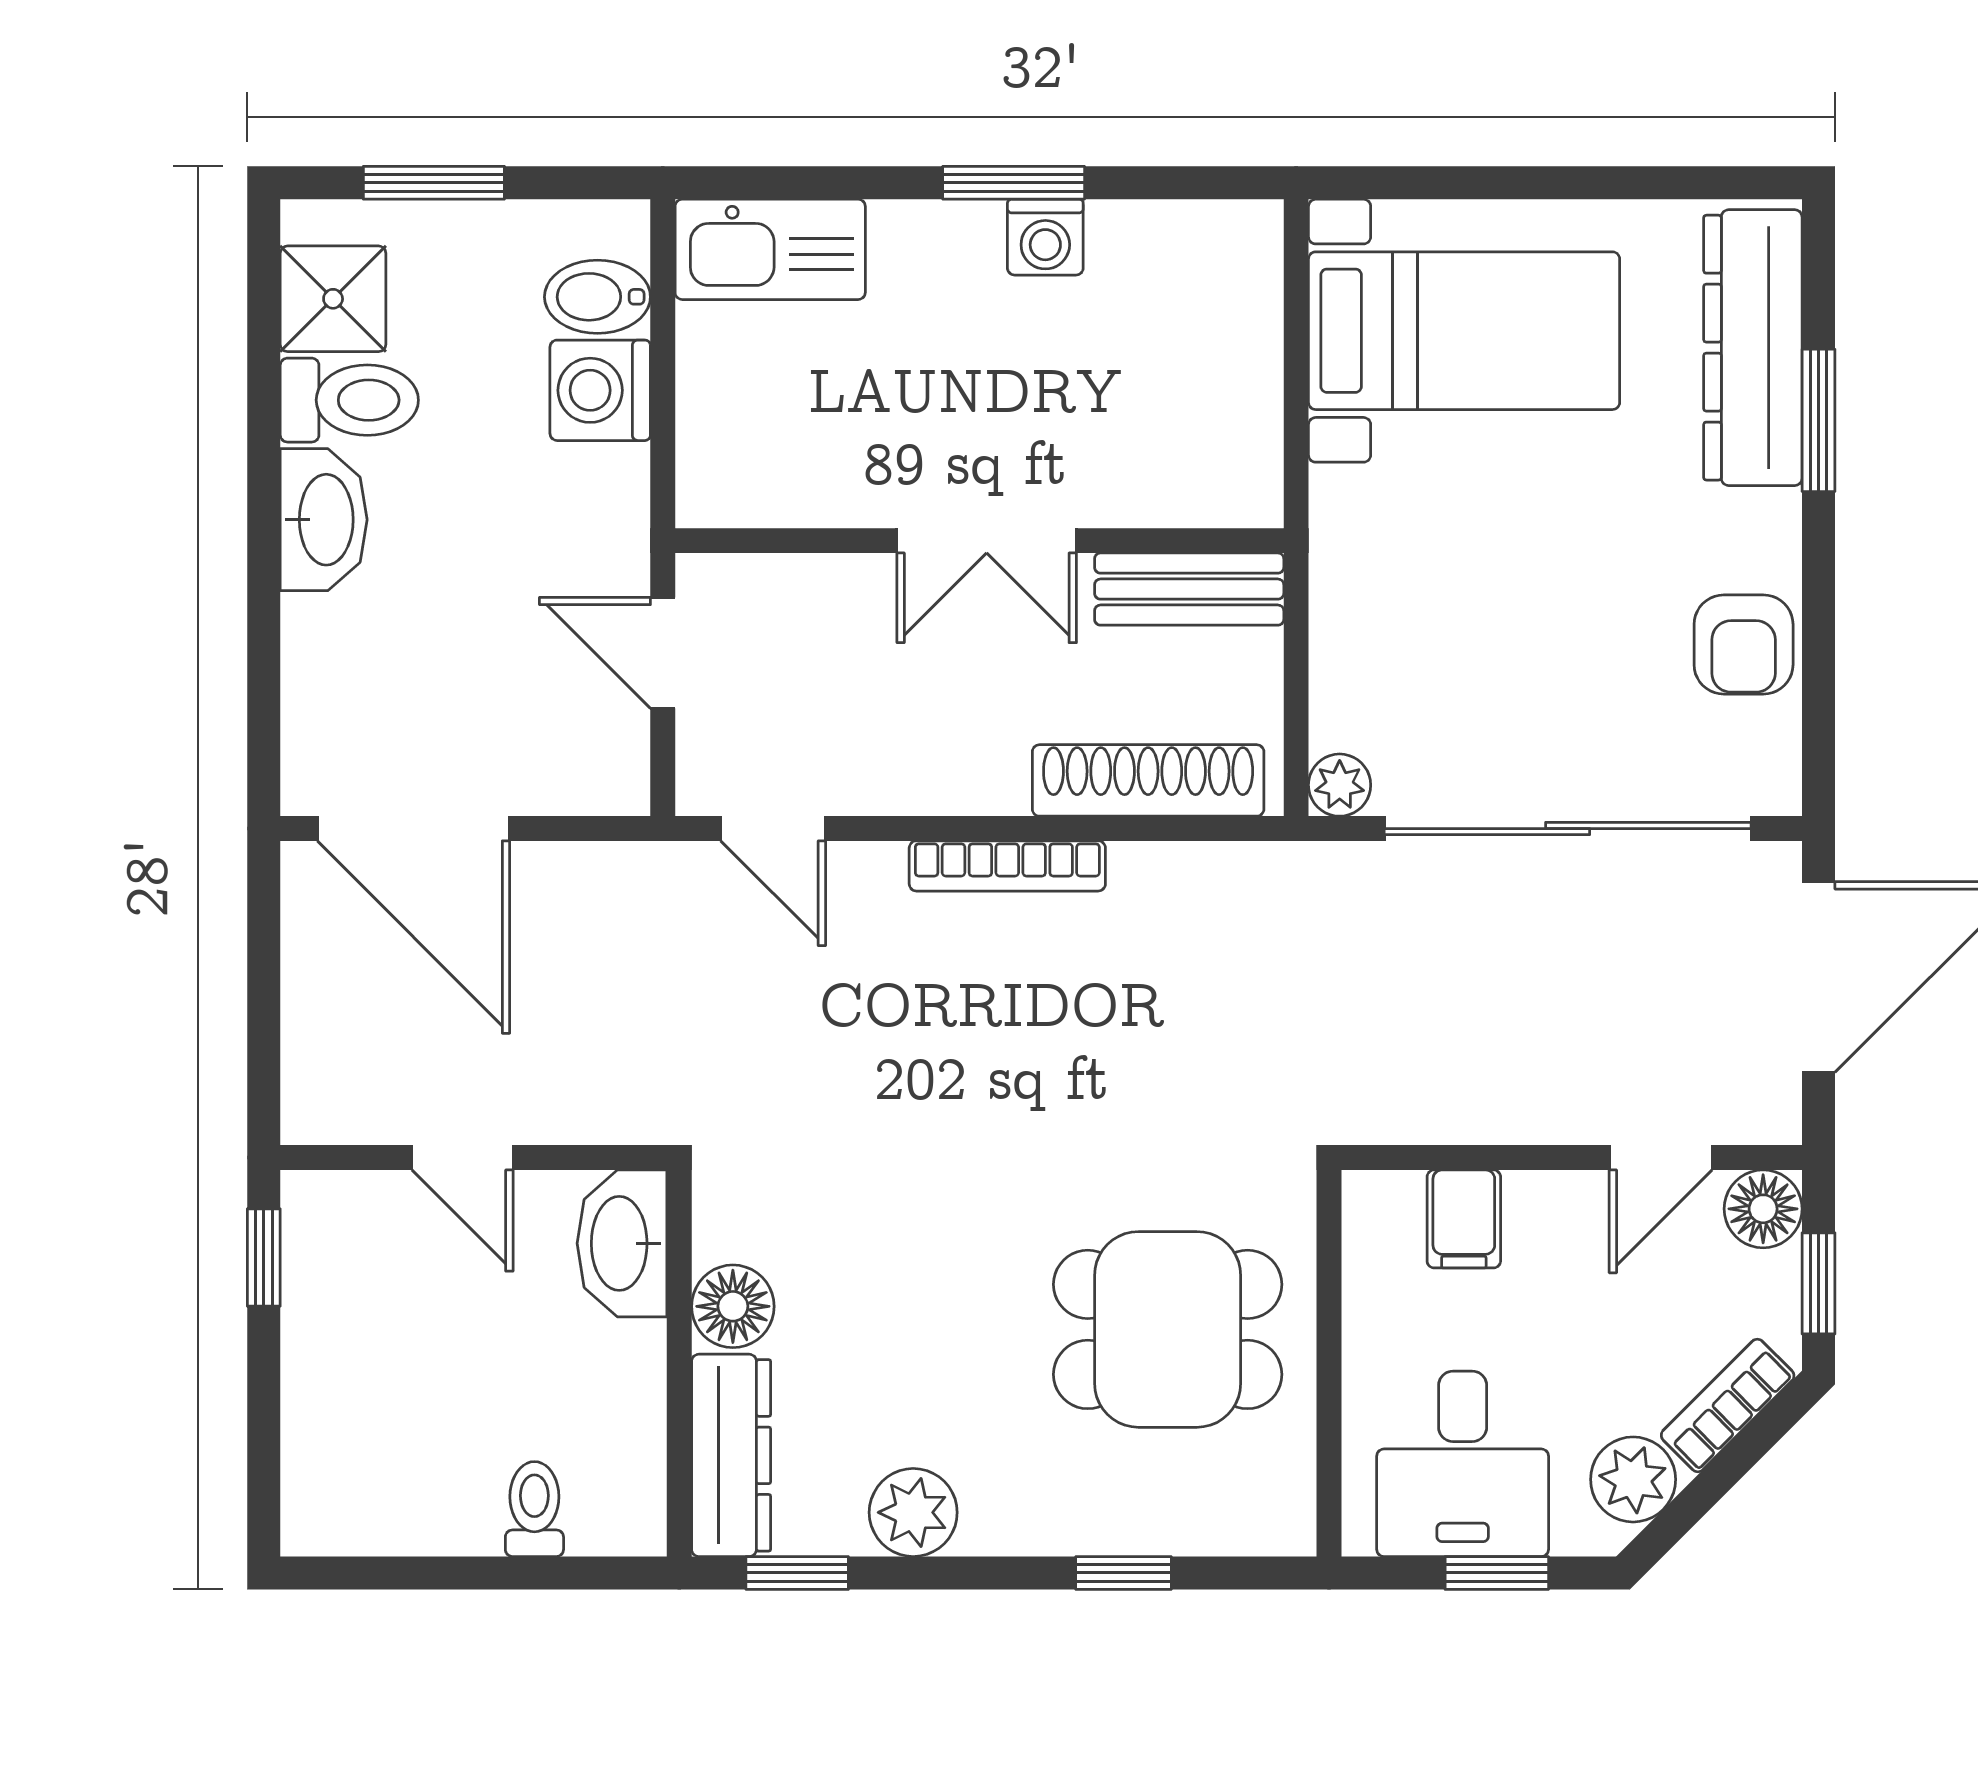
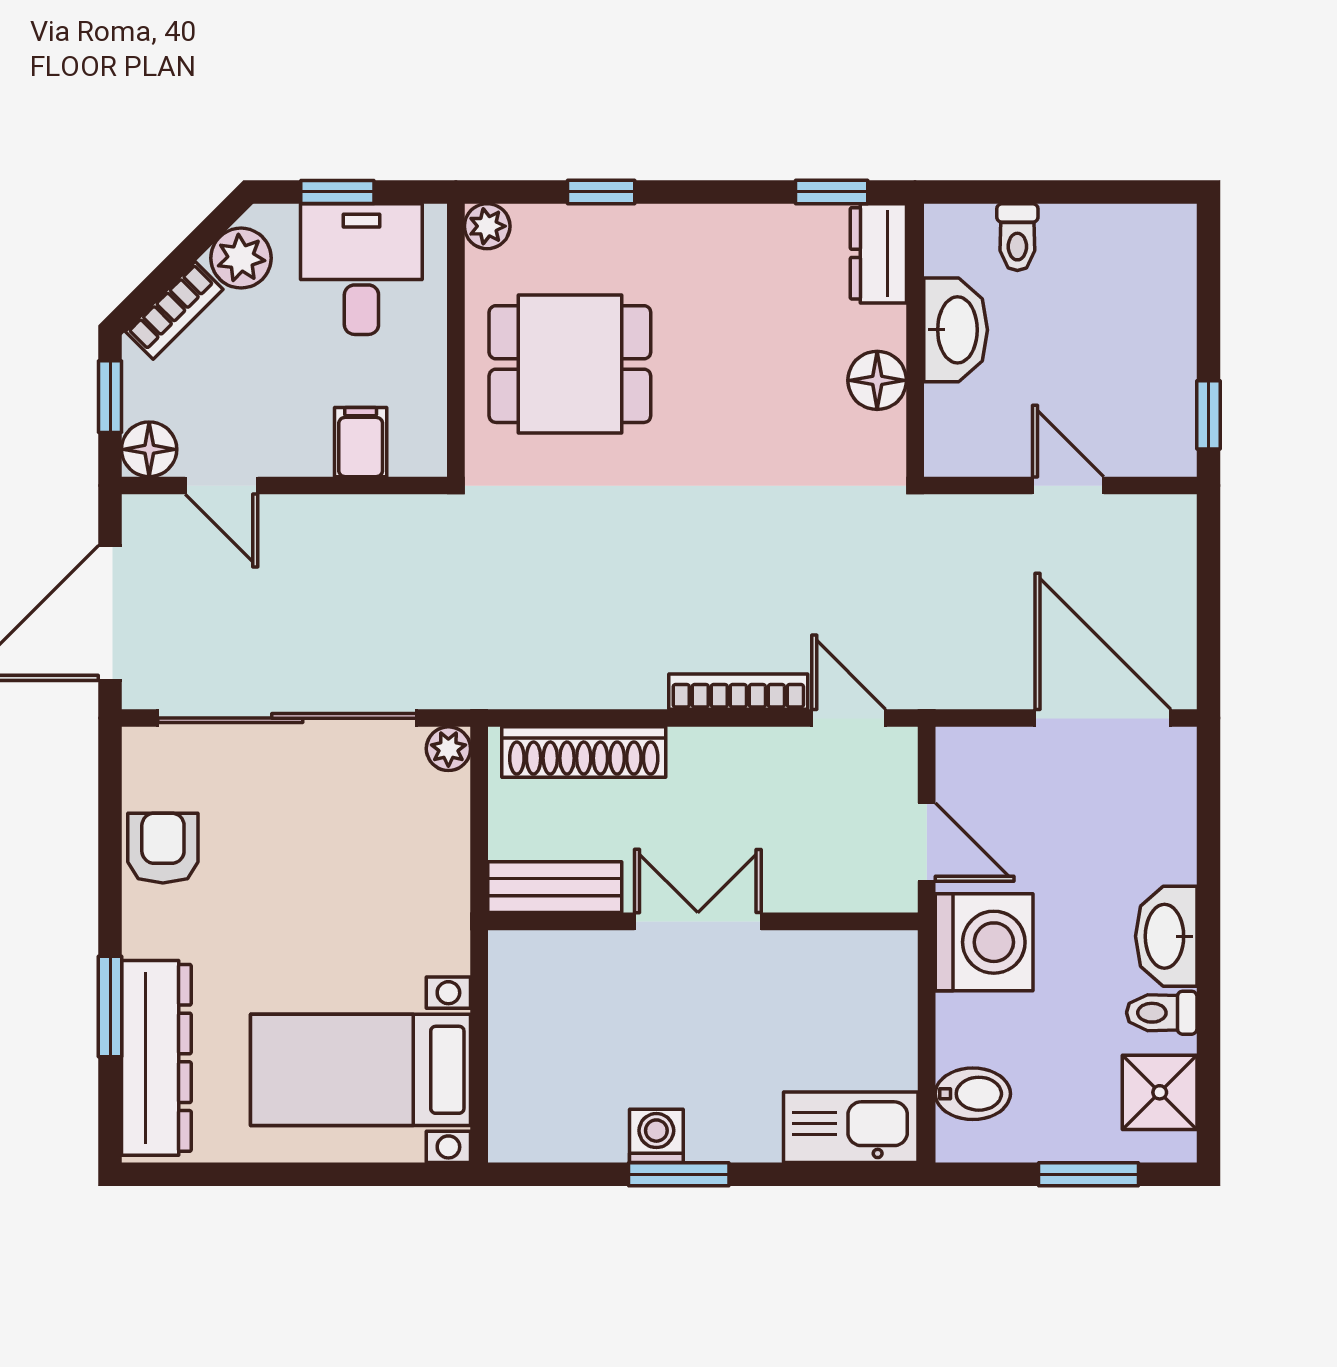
washing machine: (600, 390) -> (984, 942), moved, width x1.37, depth x1.37
toilet: (349, 400) -> (1162, 1013), width x0.73, depth x0.72
bookcase: (1007, 866) -> (738, 692), moved
door: (1661, 1158) -> (222, 486), swing flipped
washbasin: (622, 1243) -> (956, 330), moved
dresser: (731, 1455) -> (878, 253), width x0.70
plant: (913, 1512) -> (487, 226), moved, width x0.73, depth x0.73

